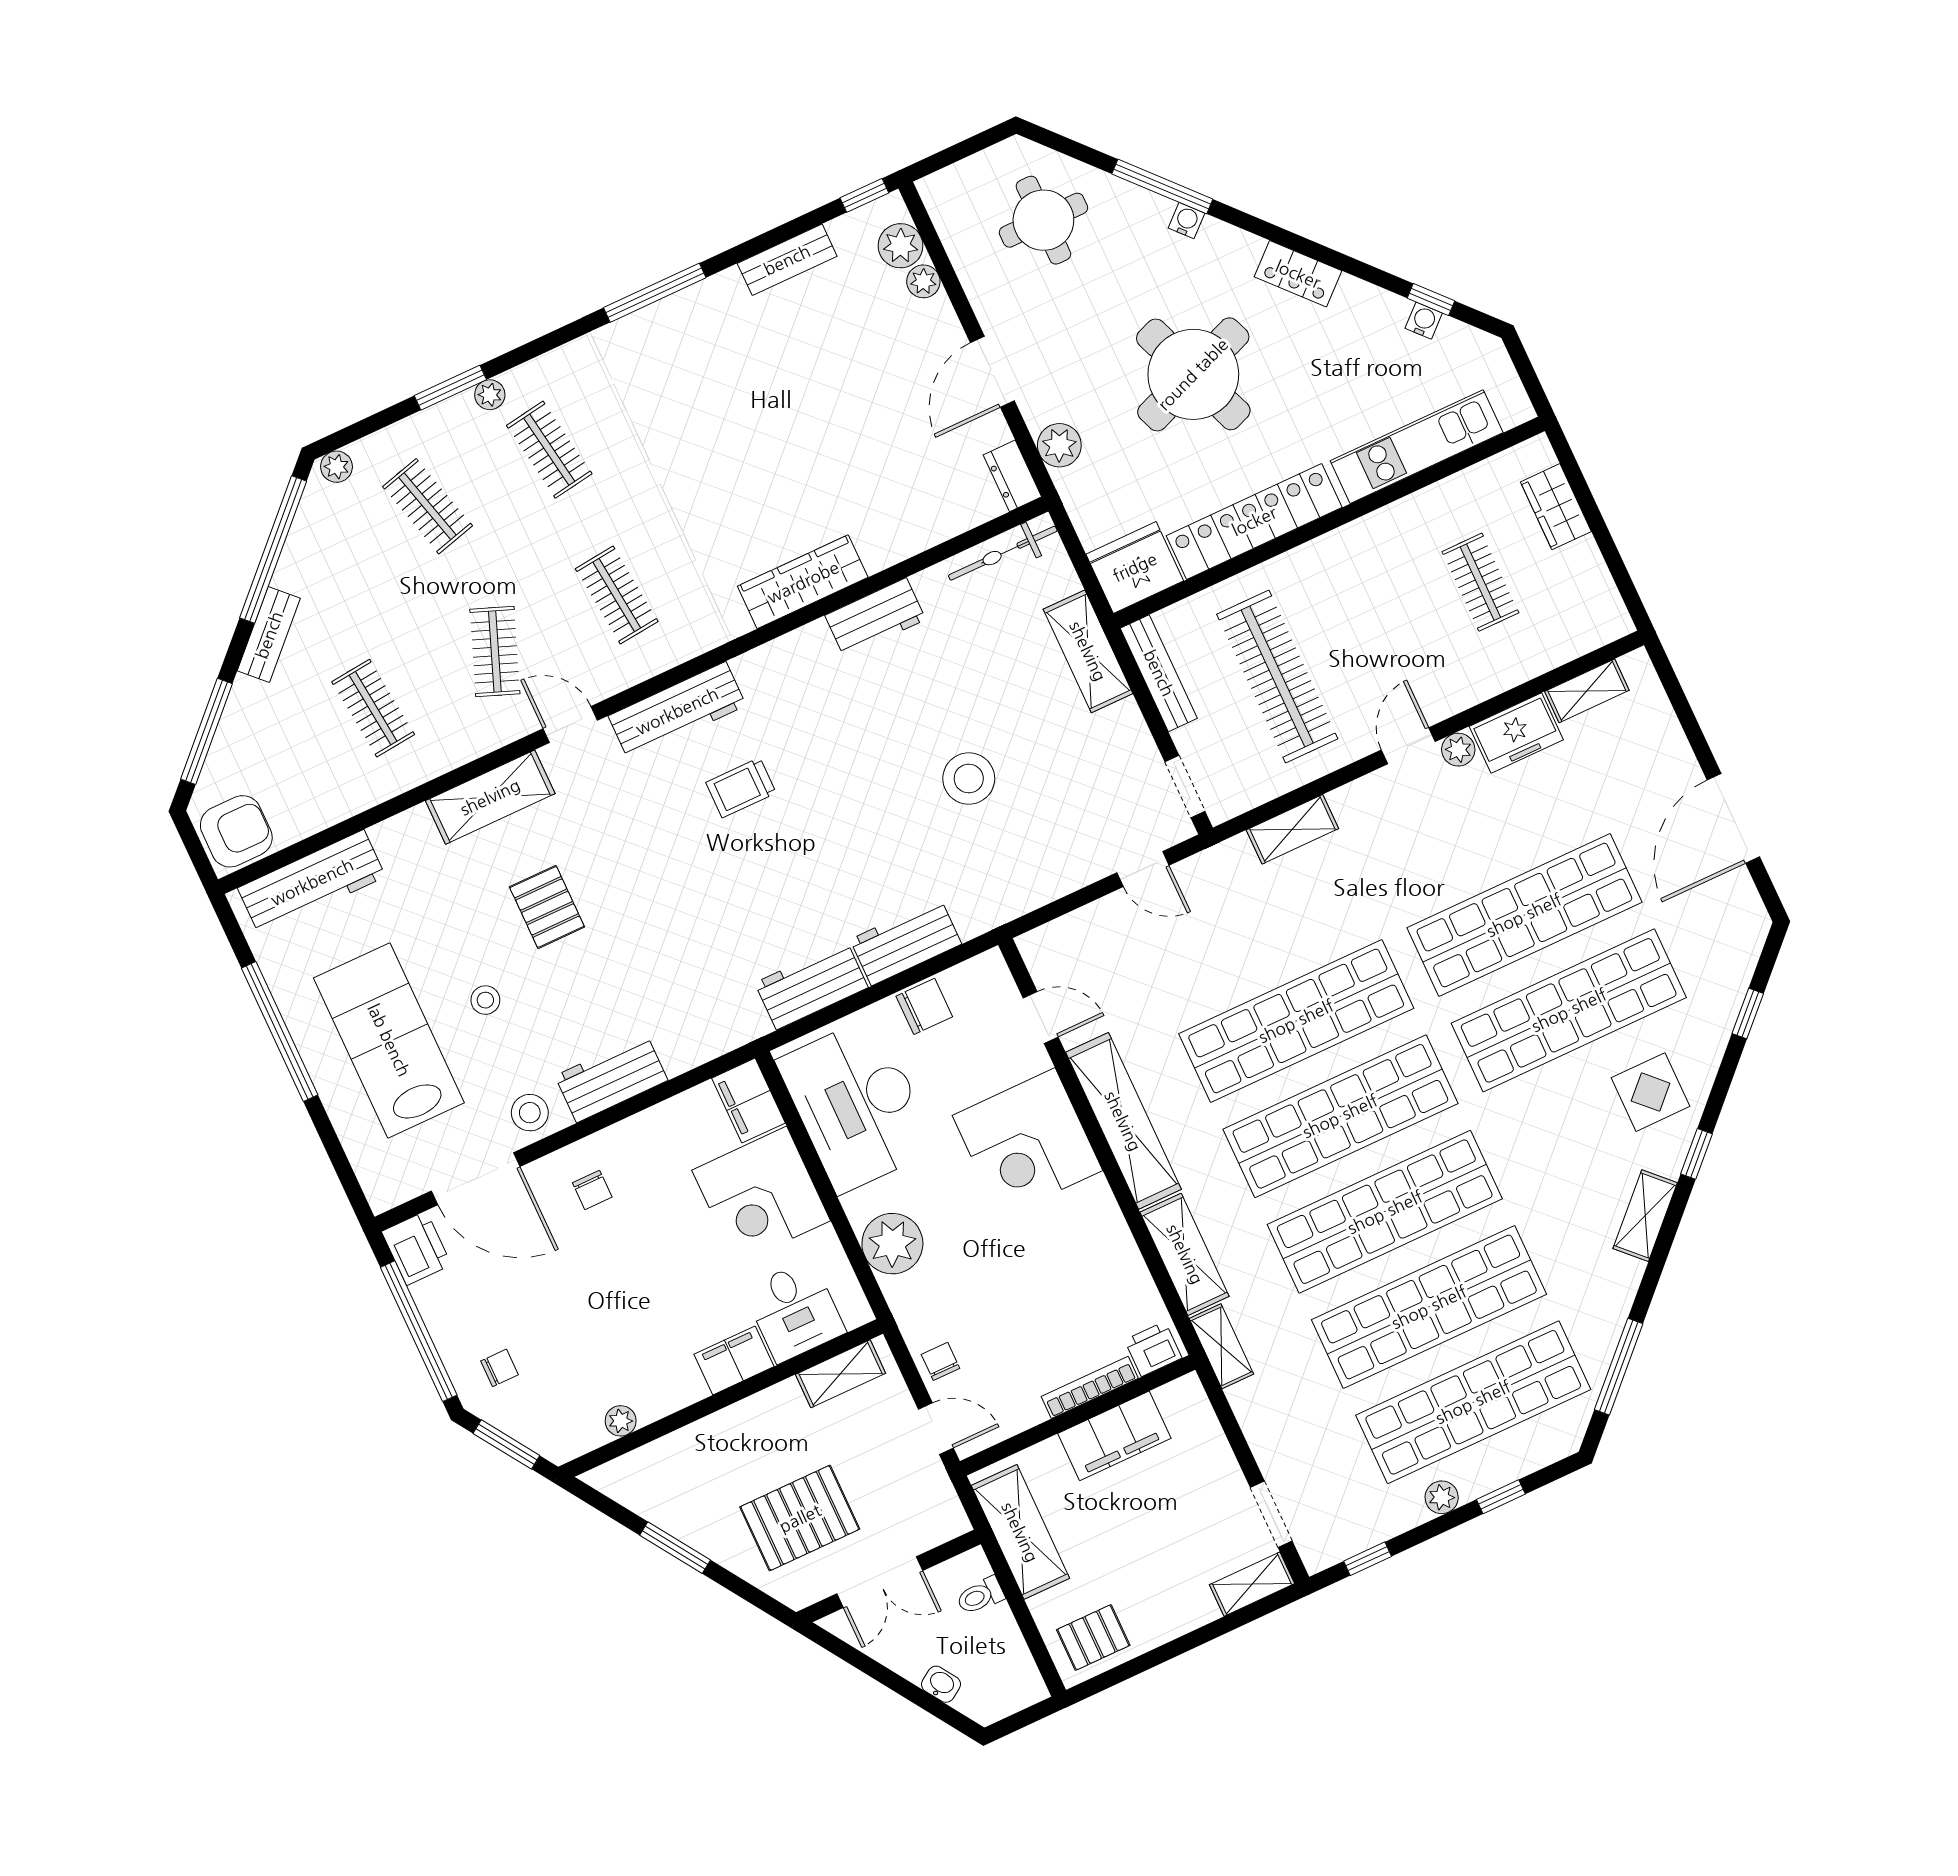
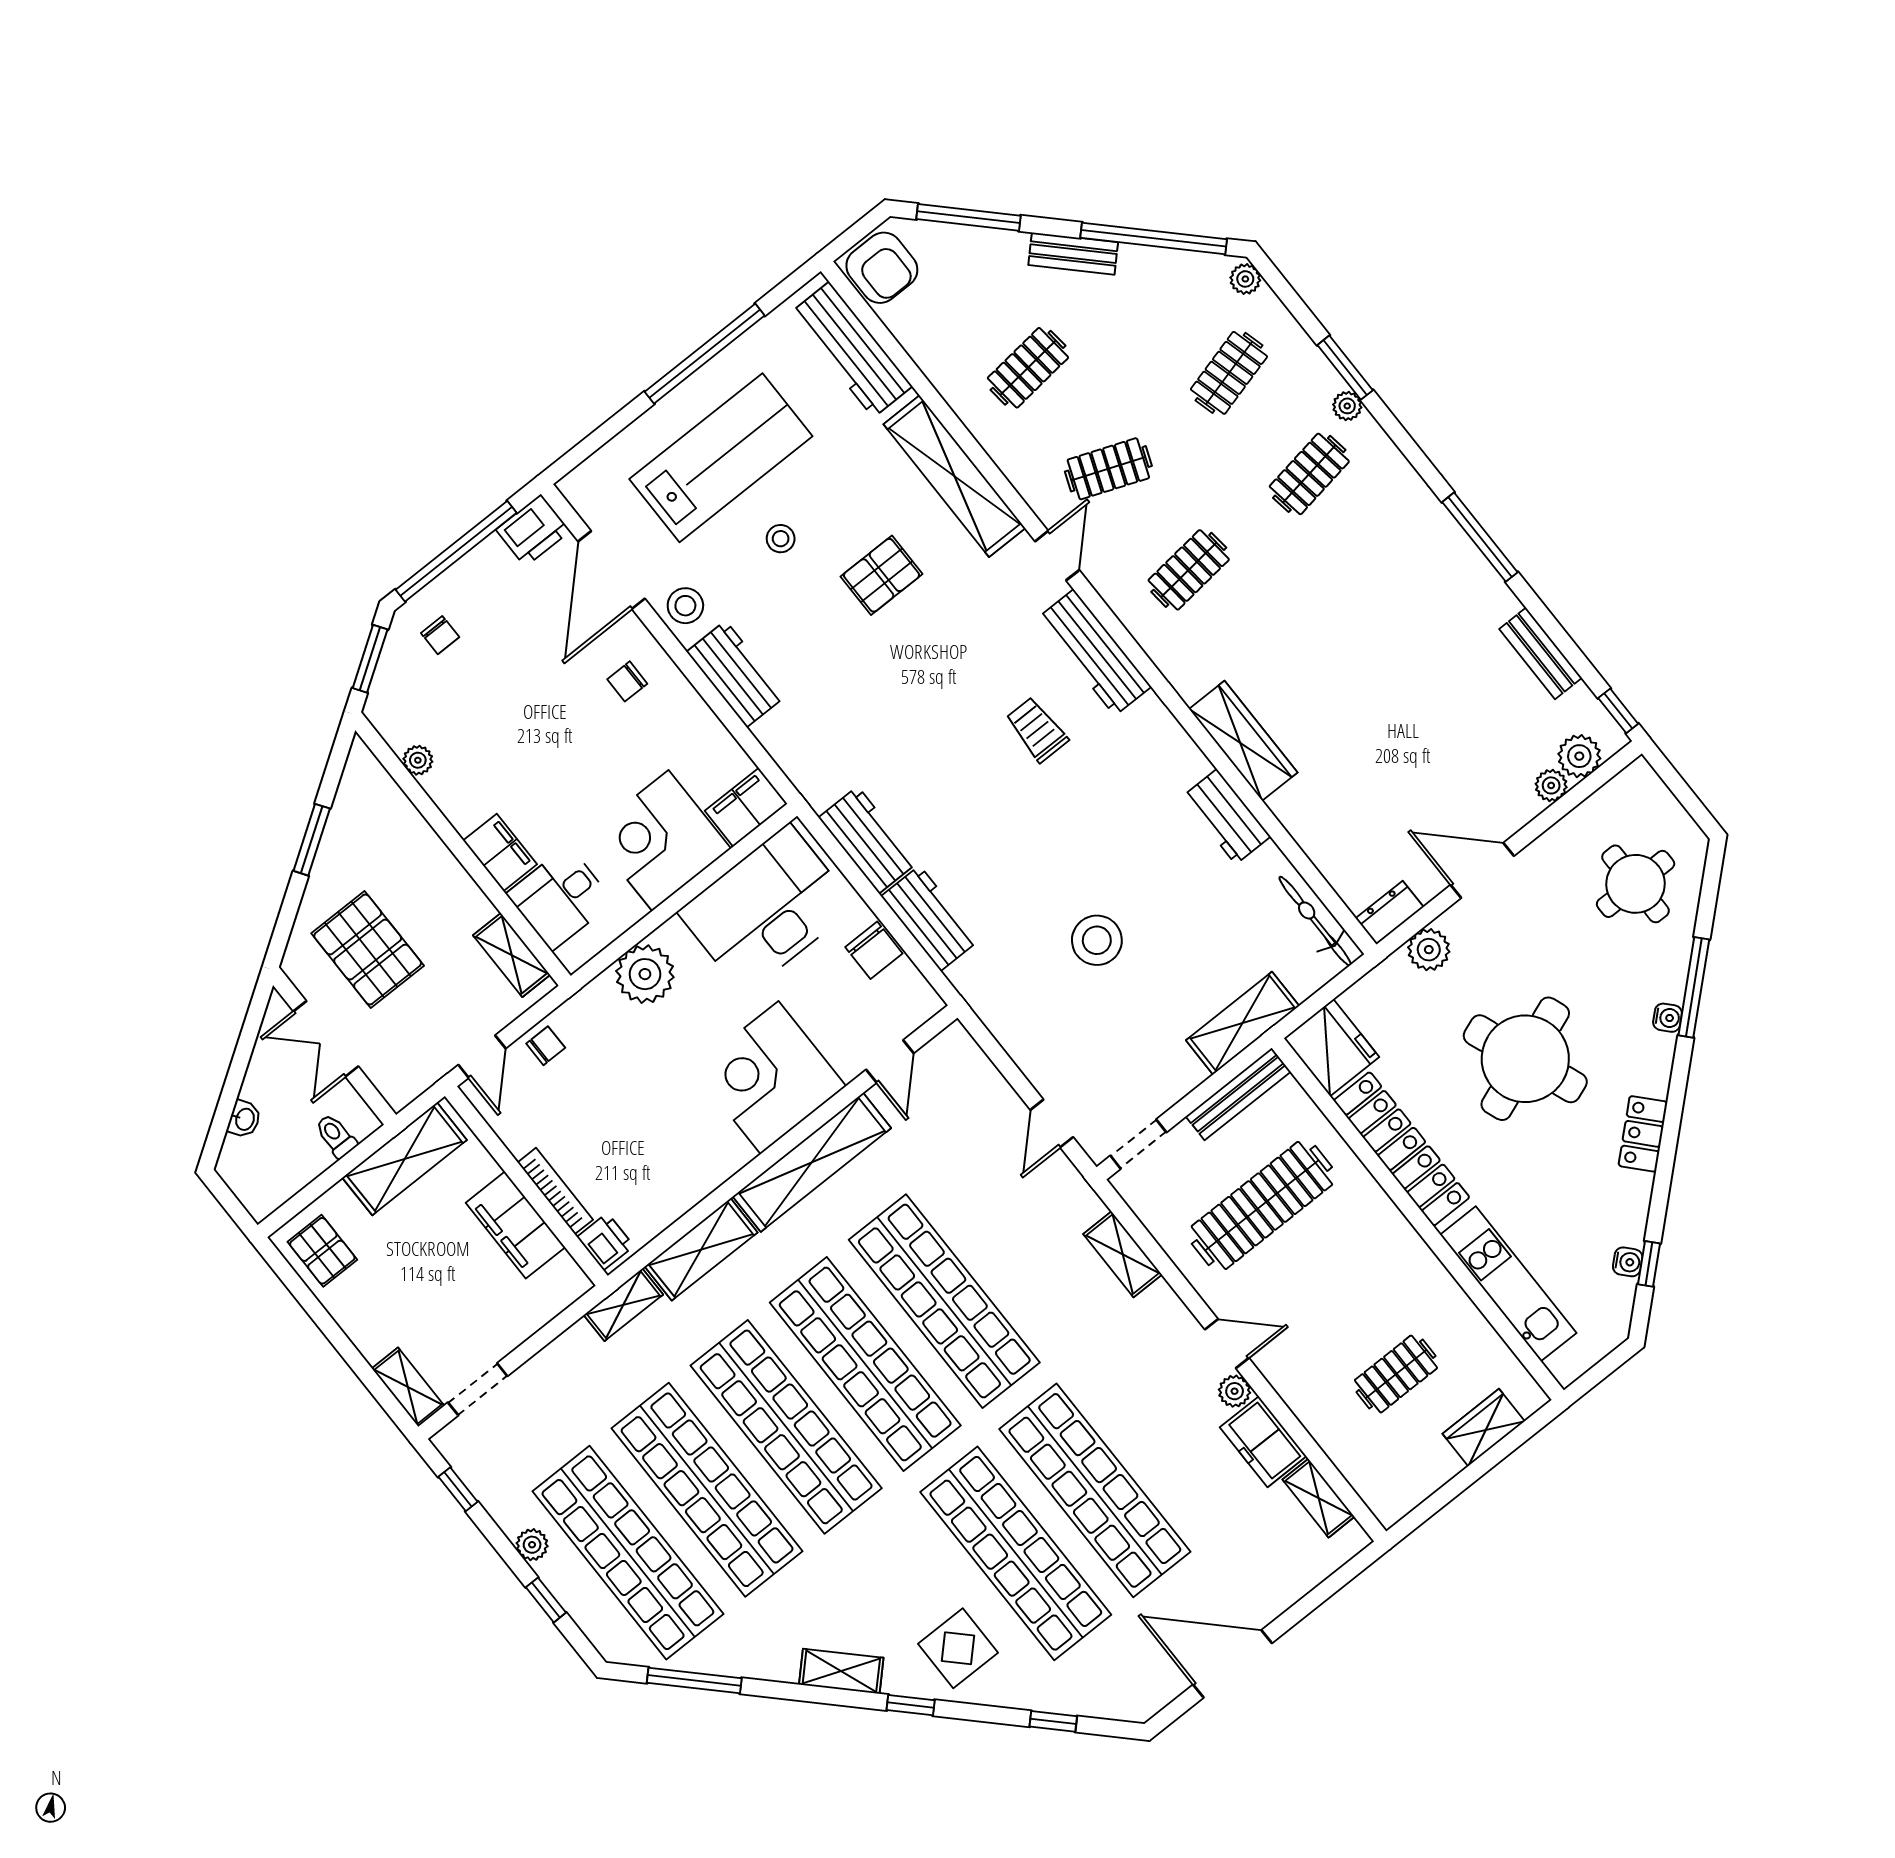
shelving: (490, 797) -> (954, 476), width x1.47

